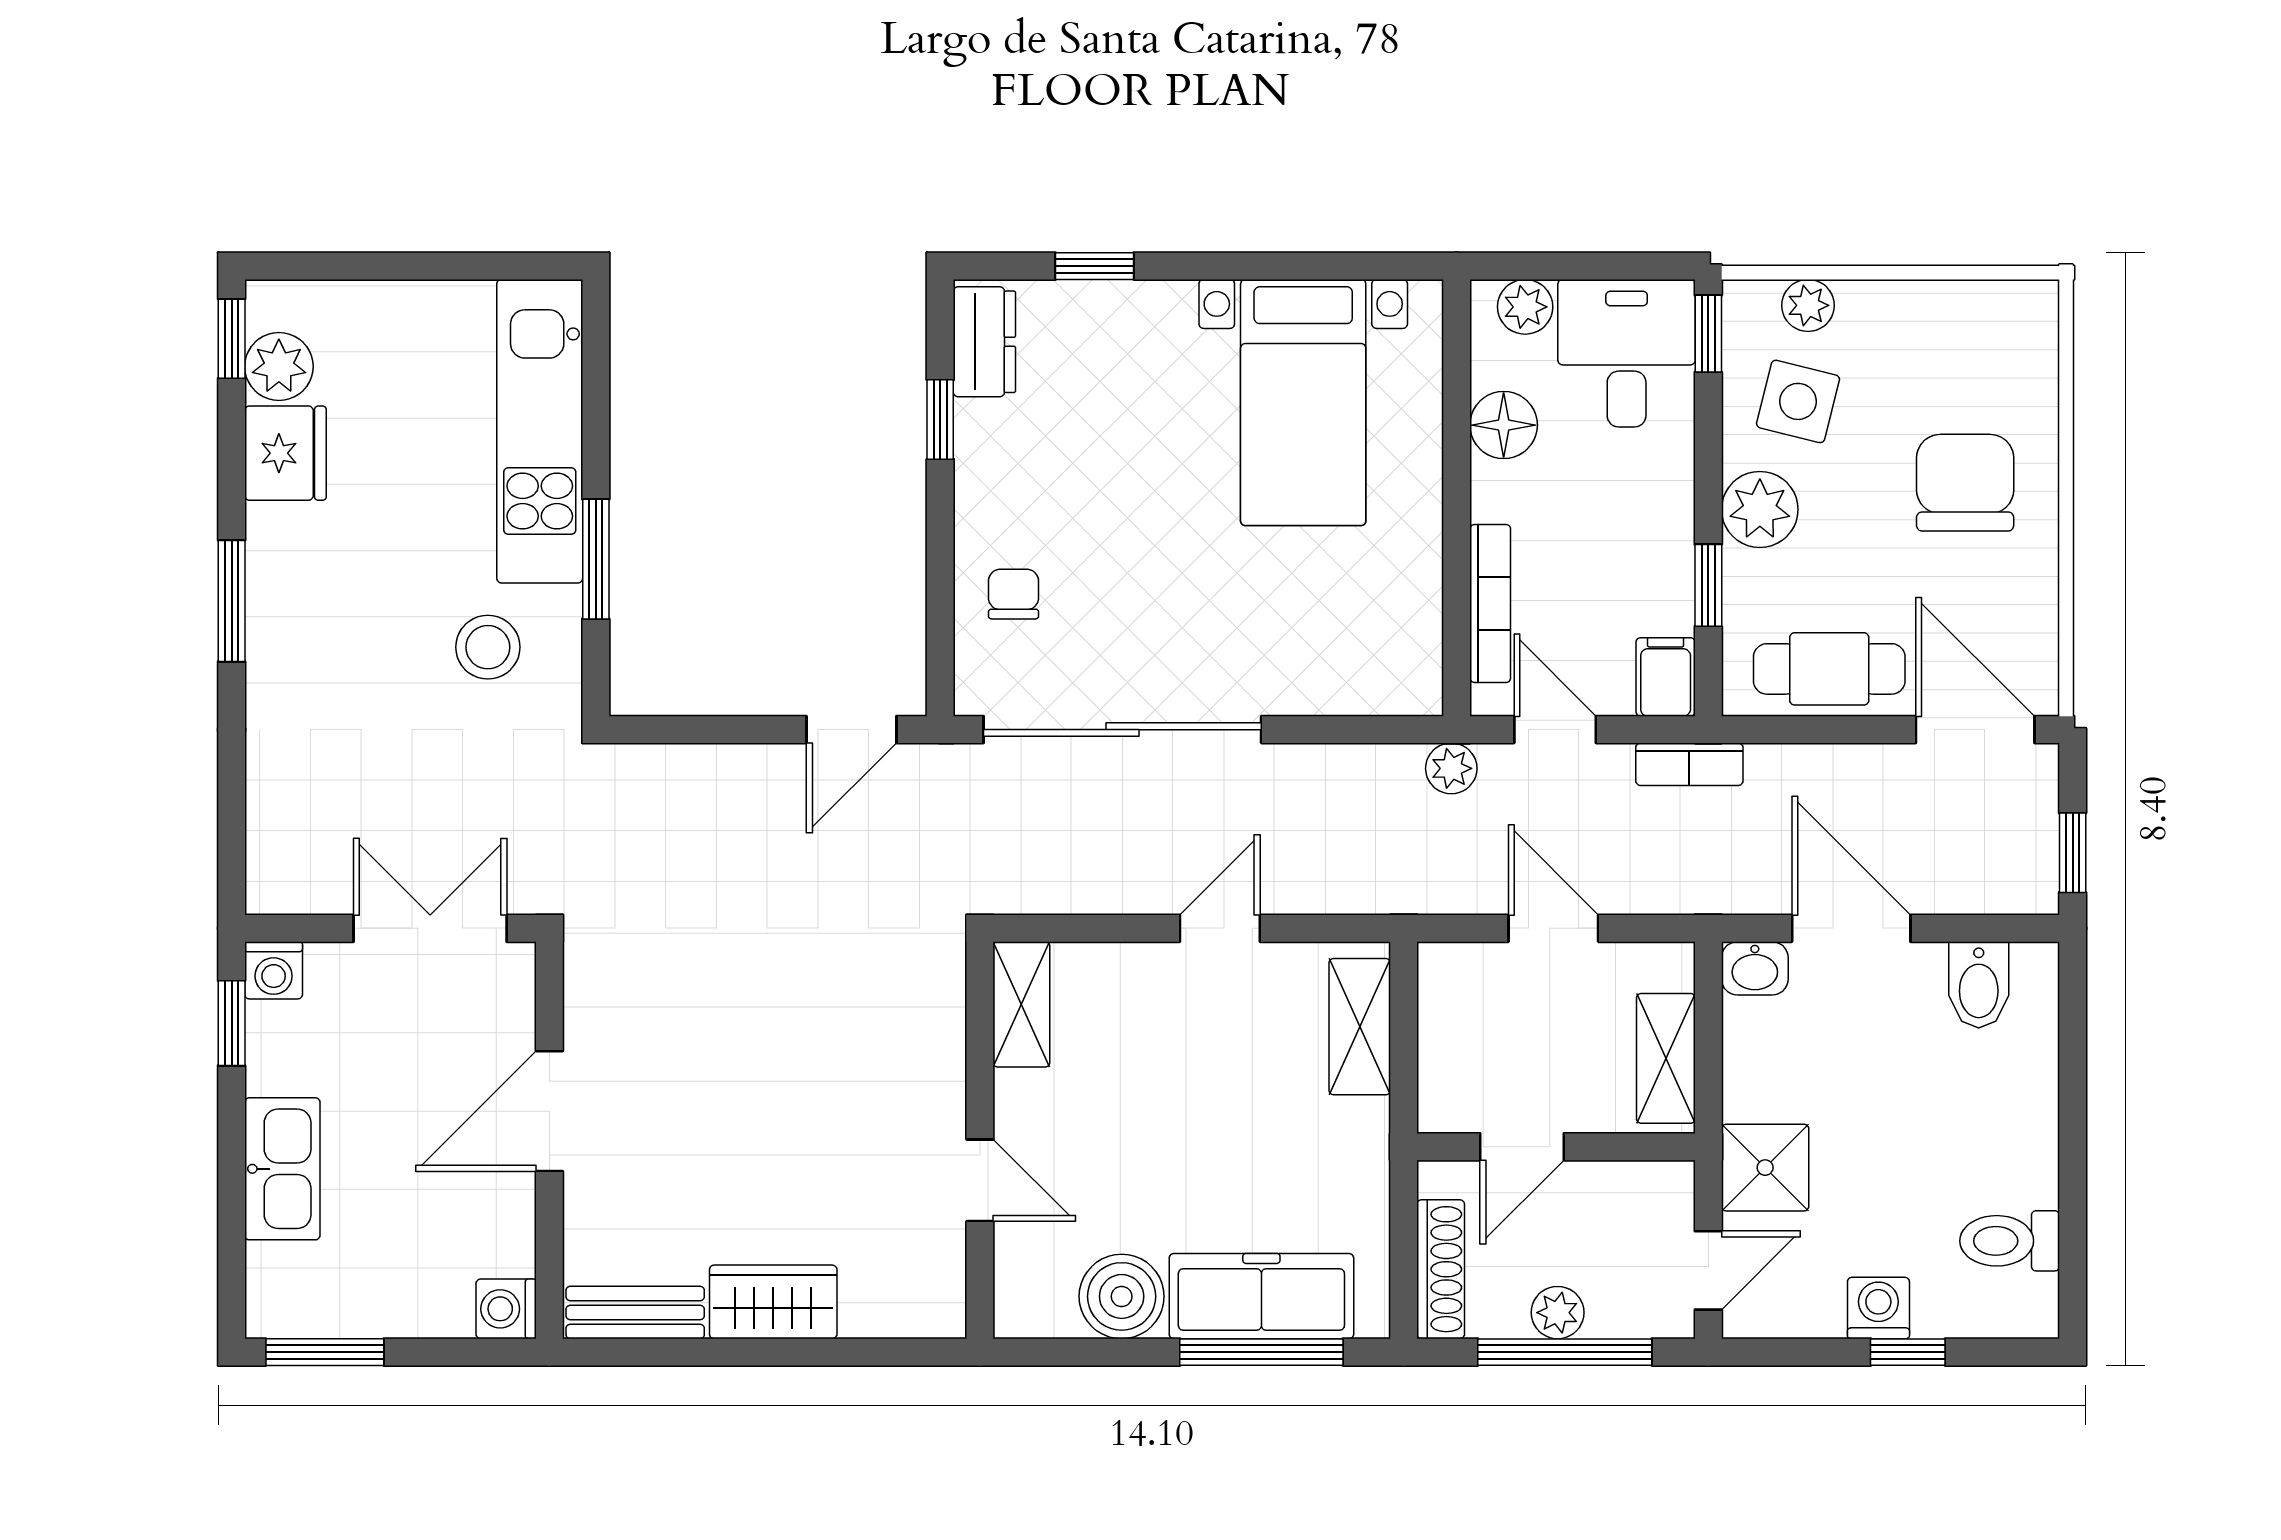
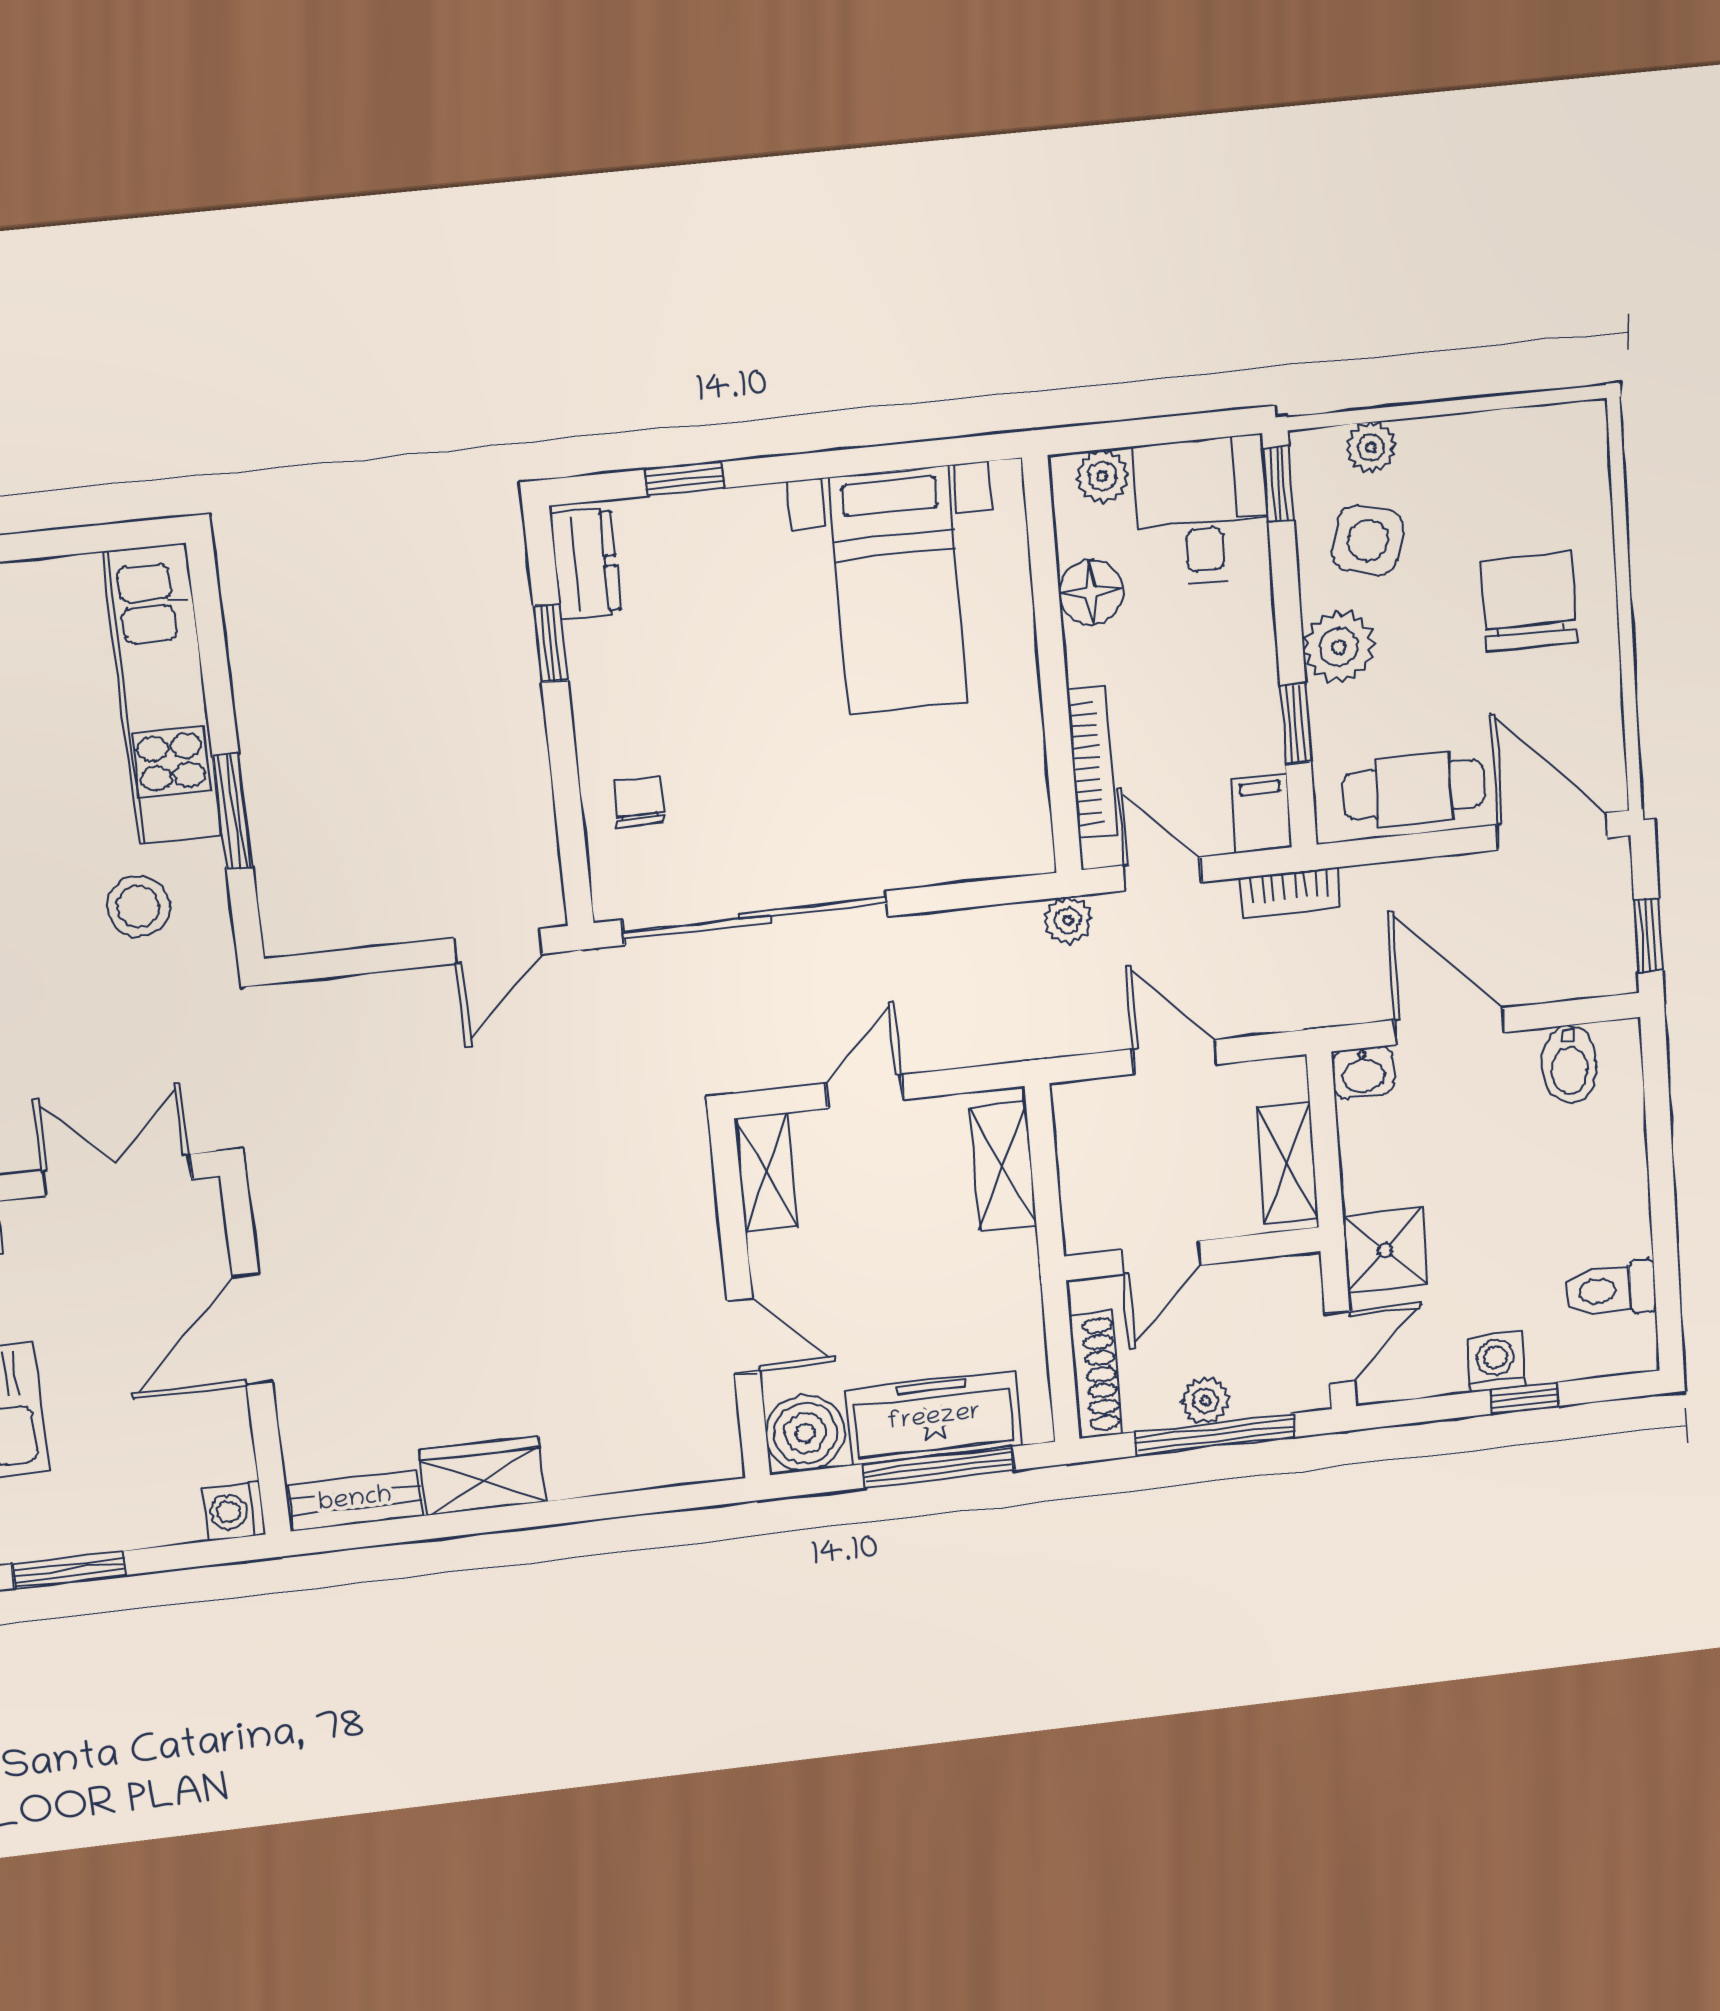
shelving: (1021, 1004) -> (766, 1173), moved
wall: (980, 1140) -> (740, 1300), moved
door: (980, 1180) -> (743, 1336), moved

